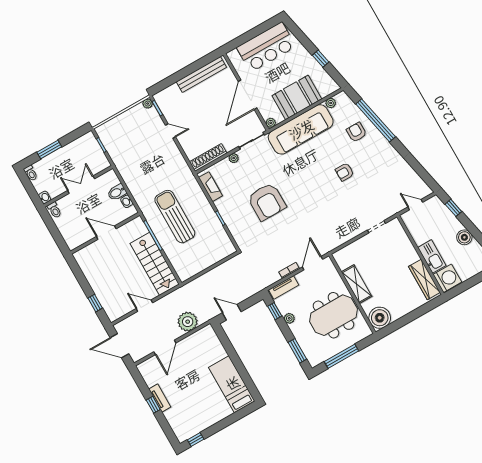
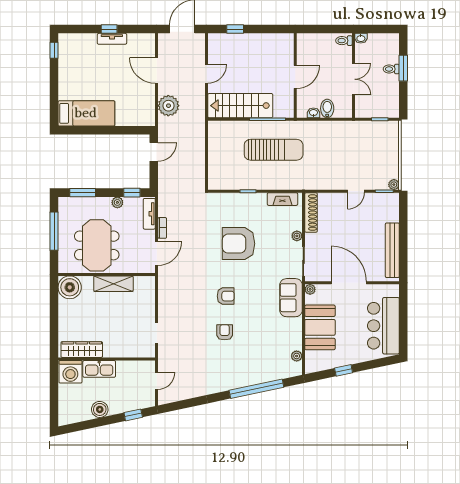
sofa: (301, 129) -> (291, 298), width x0.54, depth x0.79
armchair: (356, 132) -> (226, 296), moved
toilet: (31, 173) -> (391, 69), moved
door: (312, 263) -> (157, 254), hinge flipped

